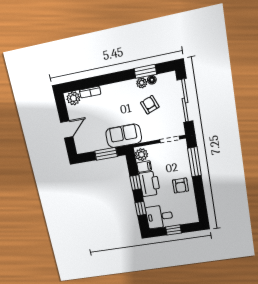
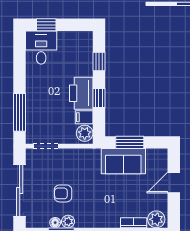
armchair: (150, 105) -> (63, 193), turned 111
sofa: (124, 136) -> (123, 161), moved
armchair: (180, 186) -> (42, 84), removed
desk: (159, 217) -> (41, 48), moved, turned -90
window: (173, 230) -> (46, 25), moved

